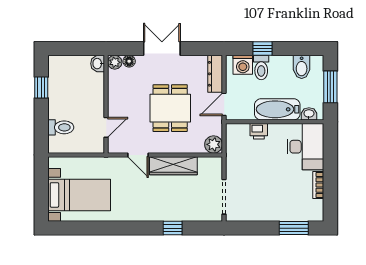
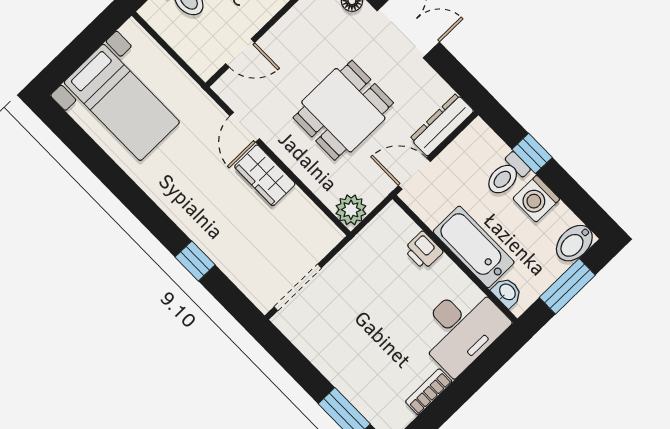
washing machine: (243, 65) -> (536, 199), moved
bidet: (302, 67) -> (574, 243), moved
wardrobe: (173, 166) -> (265, 175), width x0.67

